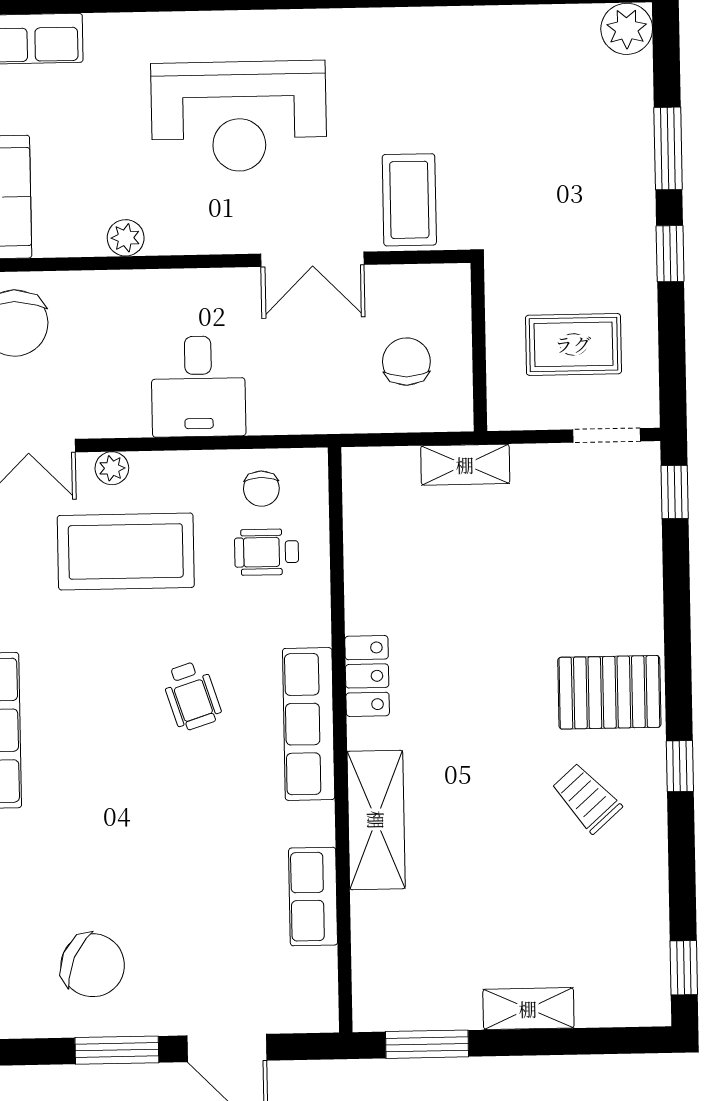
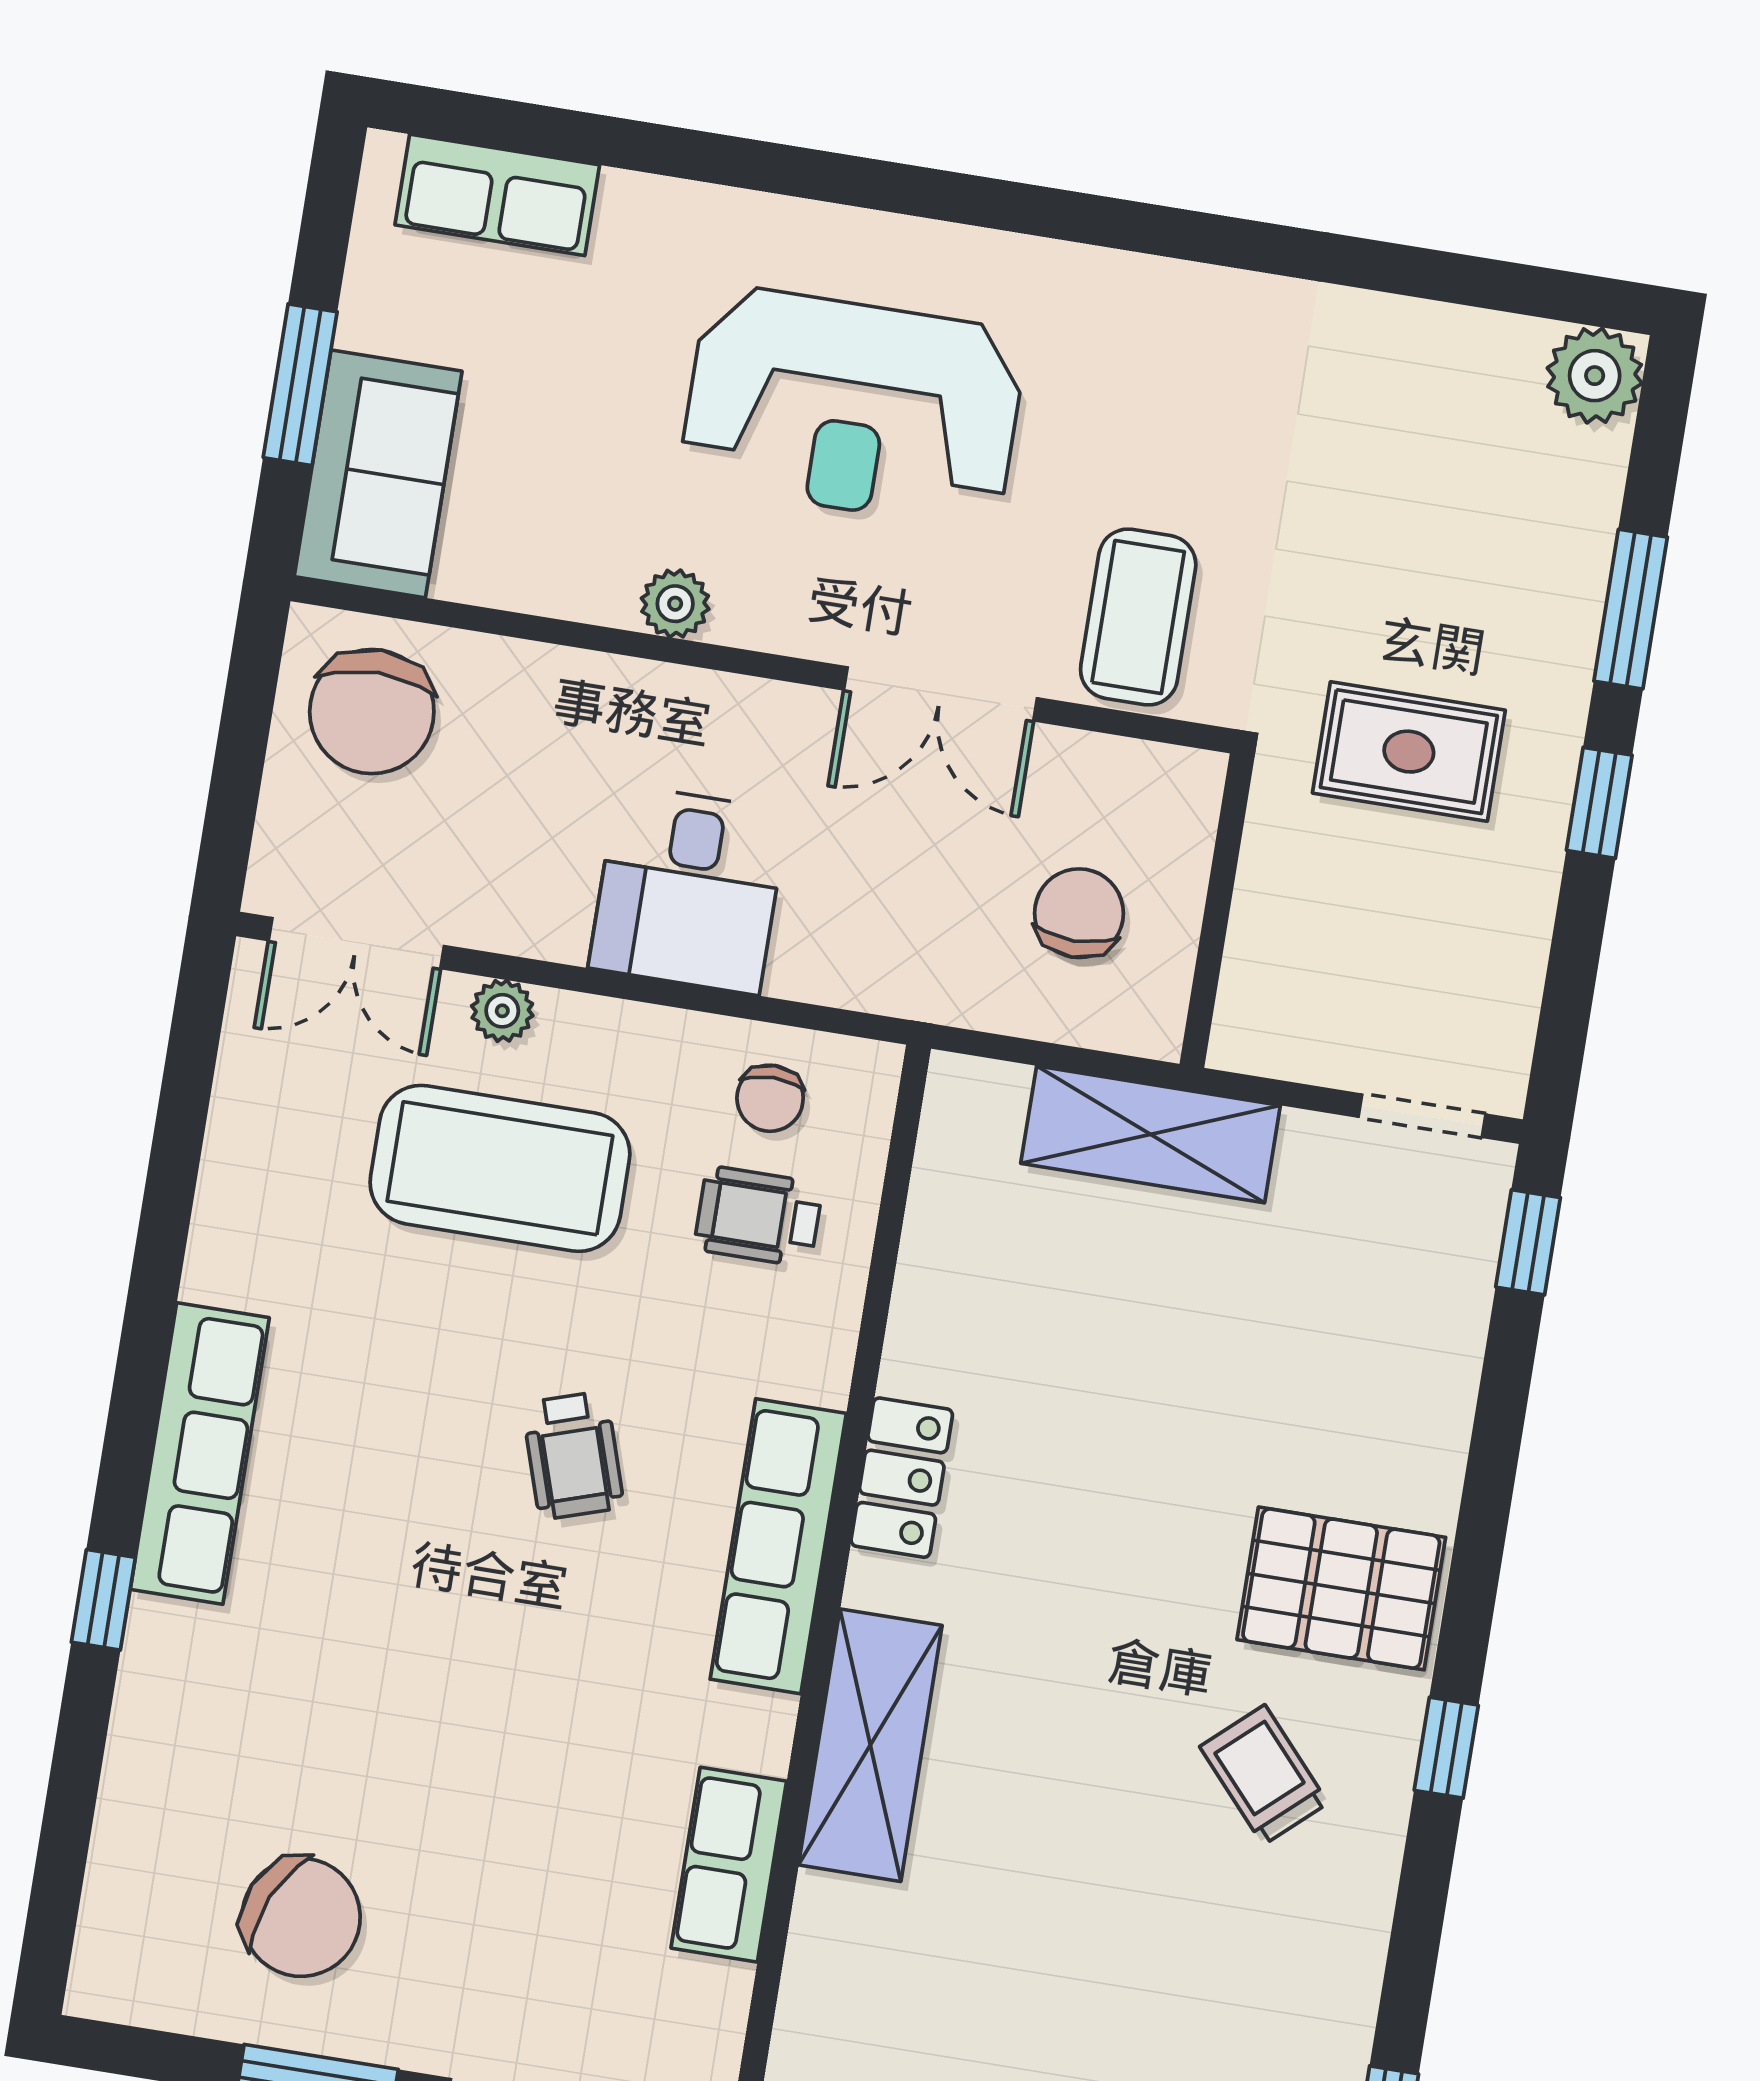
plant: (126, 238) -> (675, 604), moved
rug: (573, 344) -> (1409, 752), moved
shelving: (465, 465) -> (1151, 1134), width x1.50, depth x1.33

